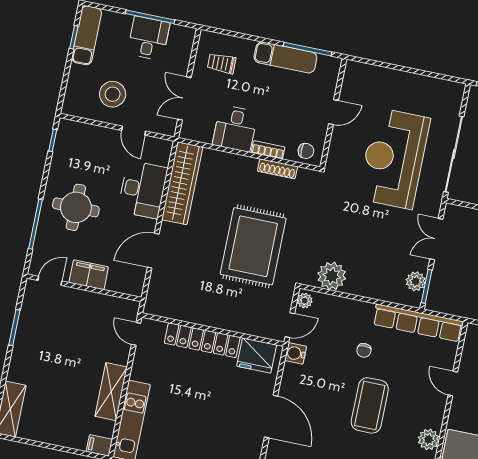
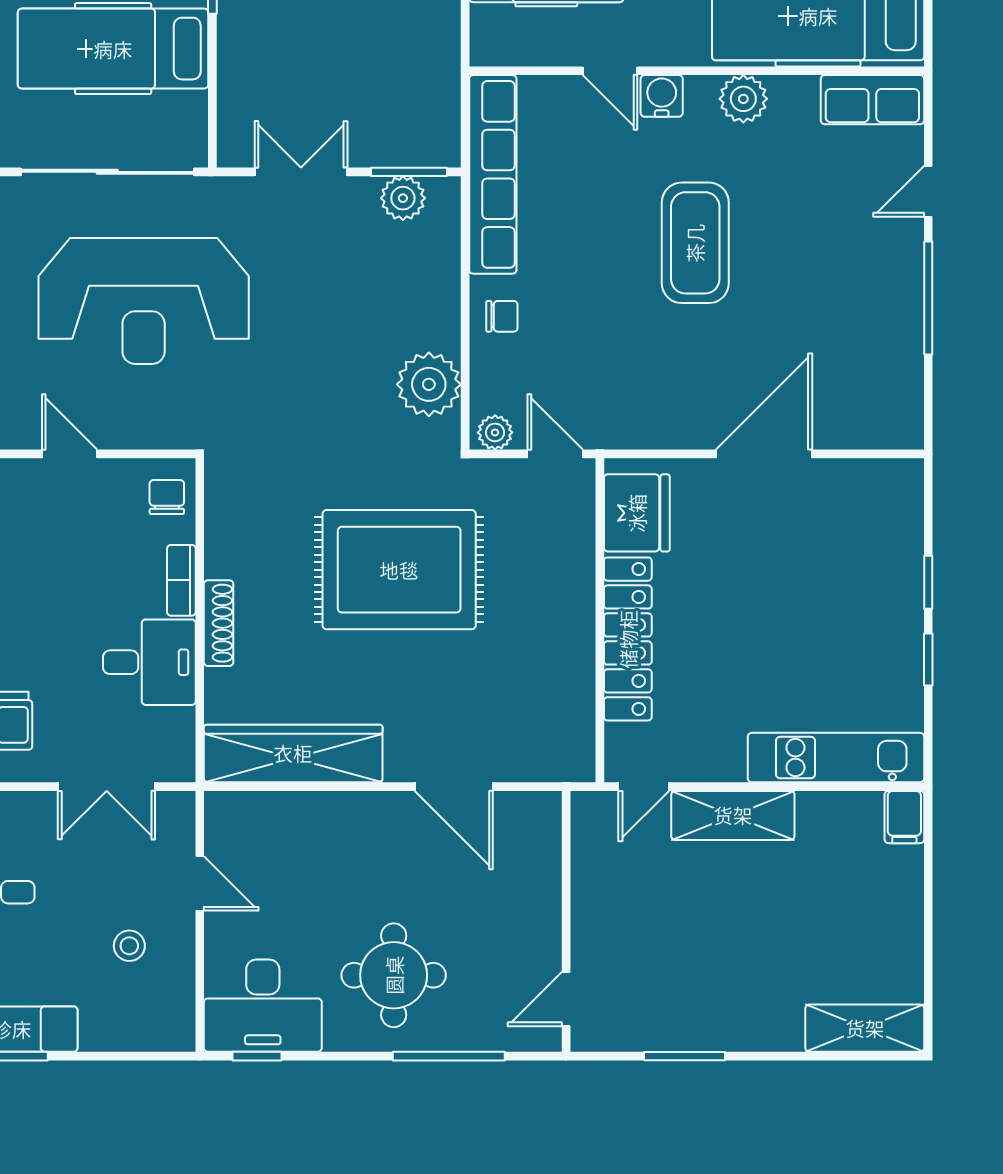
stool: (113, 94) -> (129, 946), width x0.53, depth x0.53
door: (134, 131) -> (200, 883), hinge flipped
shoe rack: (277, 169) -> (219, 623), moved
desk: (143, 190) -> (263, 1006), moved, turned 180
double door: (436, 239) -> (301, 172), swing flipped
filing cabinet: (89, 275) -> (535, 917), removed
door: (50, 281) -> (566, 999), hinge flipped
chair: (364, 350) -> (502, 316), moved
water cooler: (296, 353) -> (662, 96), moved, turned 180
door: (453, 384) -> (610, 71), hinge flipped
shelving: (111, 392) -> (733, 815), moved
coffee table: (370, 405) -> (695, 243), turned 90

